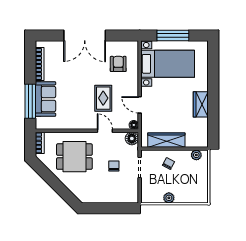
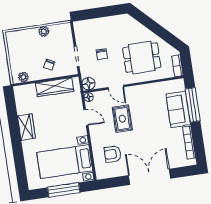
armchair: (118, 64) -> (113, 154), turned 90

